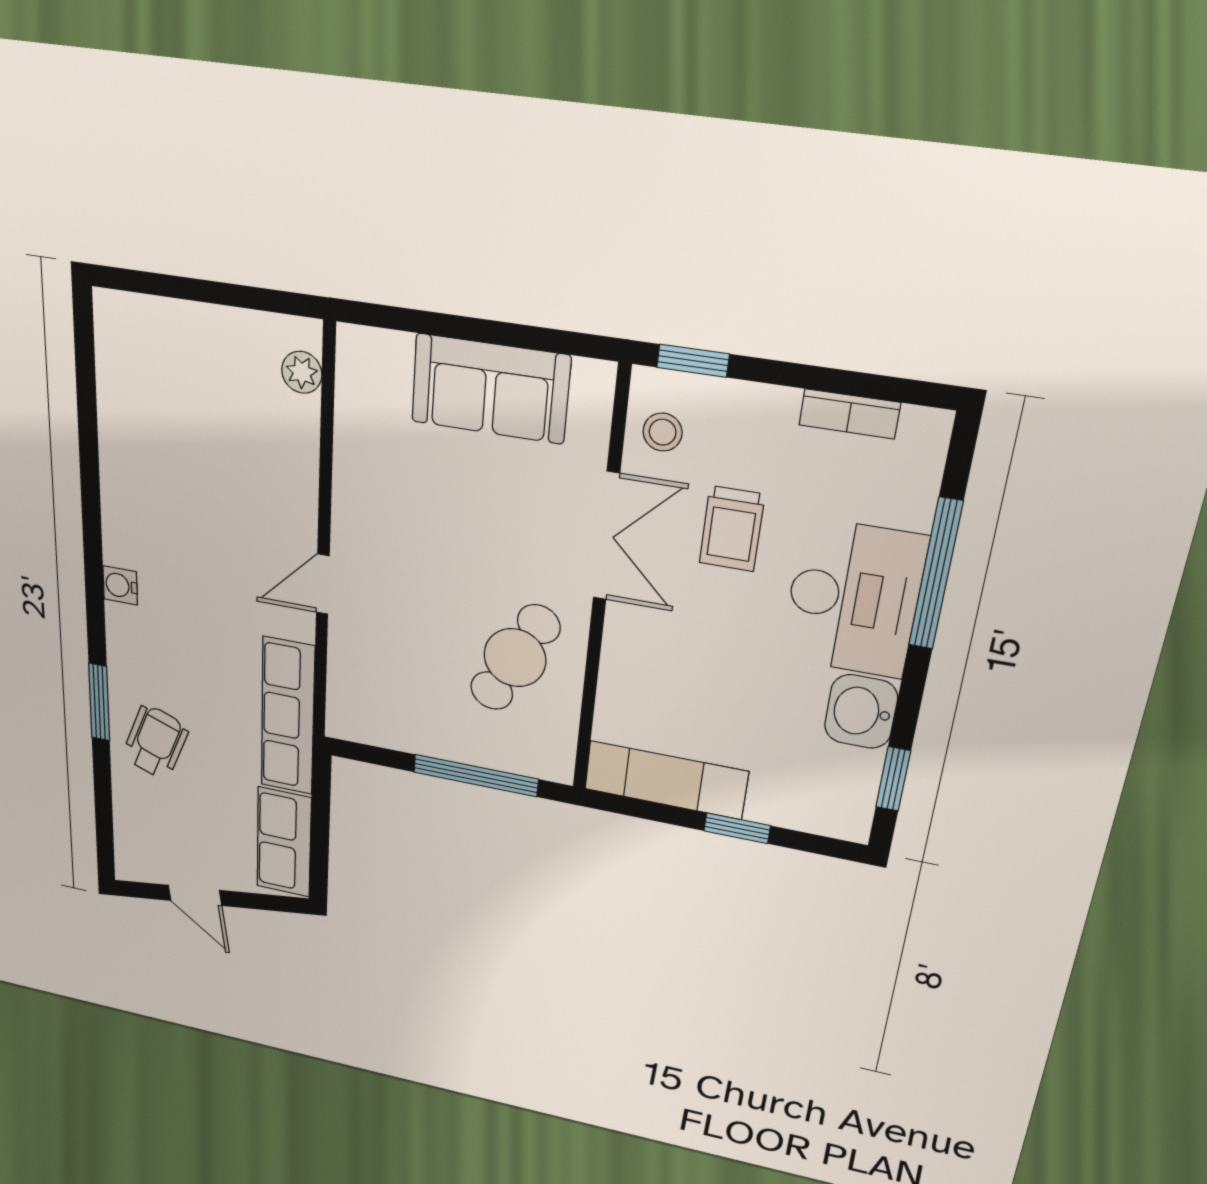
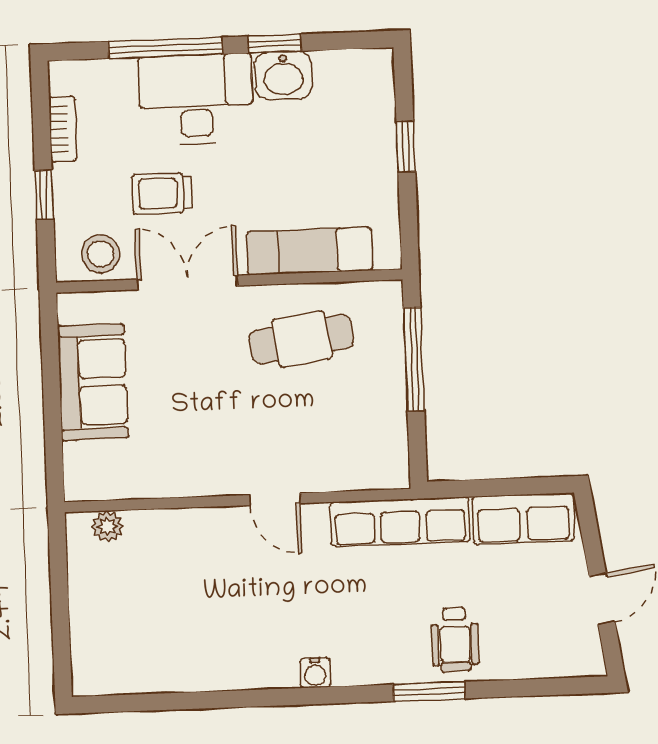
window: (693, 361) -> (44, 195), moved
stool: (663, 432) -> (101, 254), width x1.37, depth x1.37
trolley: (732, 529) -> (162, 193), turned 180
cafe table: (515, 658) -> (302, 339), turned -35
wheelchair: (155, 742) -> (455, 639), turned -111
window: (893, 779) -> (275, 44), moved
exam couch: (666, 780) -> (309, 251), moved, turned 90

